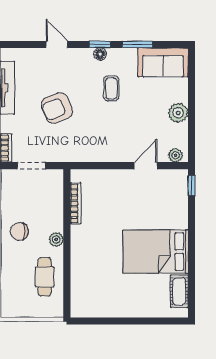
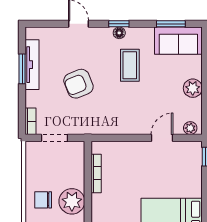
window: (137, 44) -> (171, 24), moved
coffee table: (111, 88) -> (130, 65), width x1.36, depth x1.30
plant: (56, 239) -> (72, 201), width x1.88, depth x1.88

